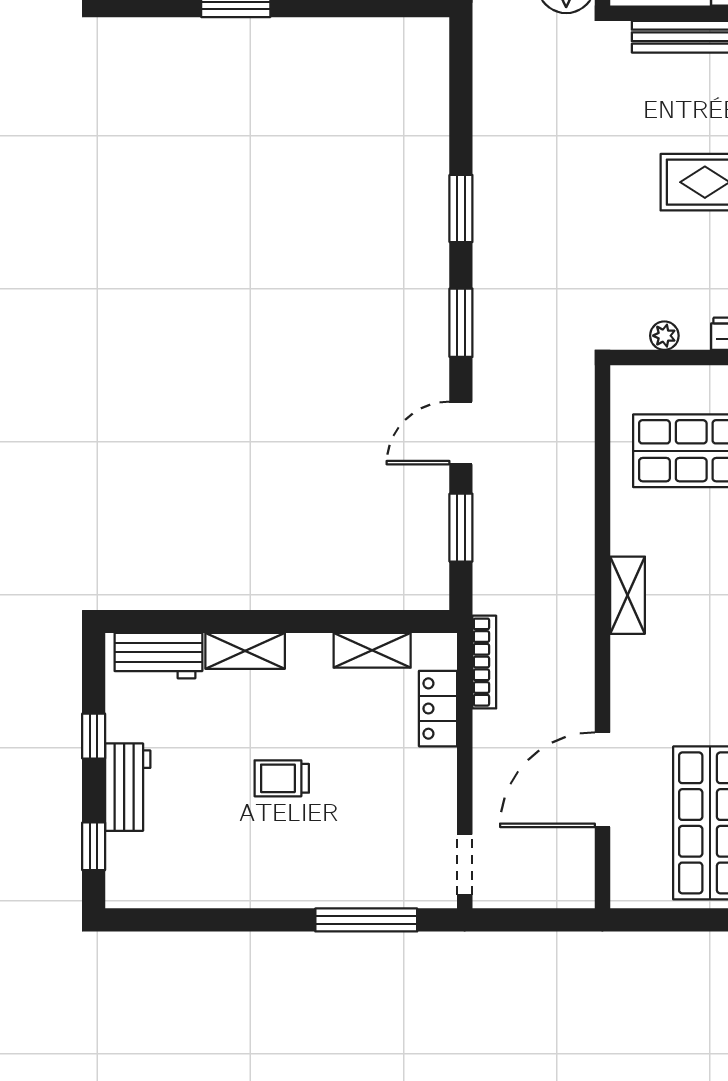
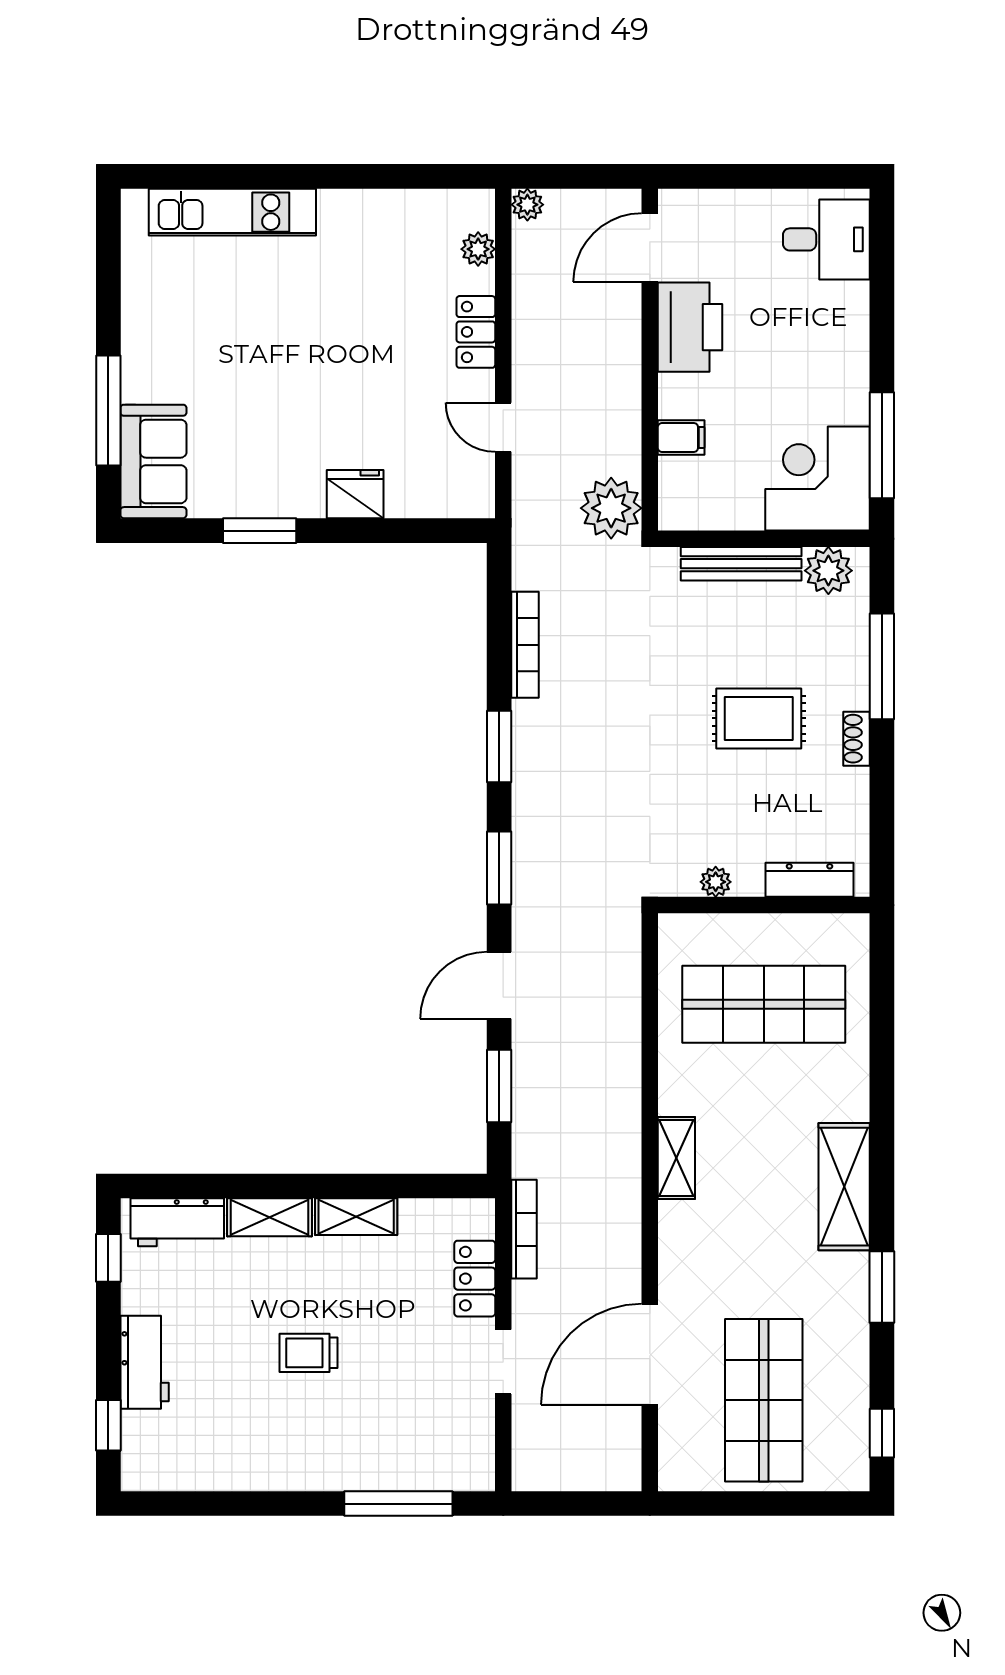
bookcase: (485, 113) -> (525, 645), added
shelving: (372, 650) -> (356, 1217), moved
window: (94, 736) -> (108, 1258), moved
doorway: (465, 865) -> (503, 1362), moved

